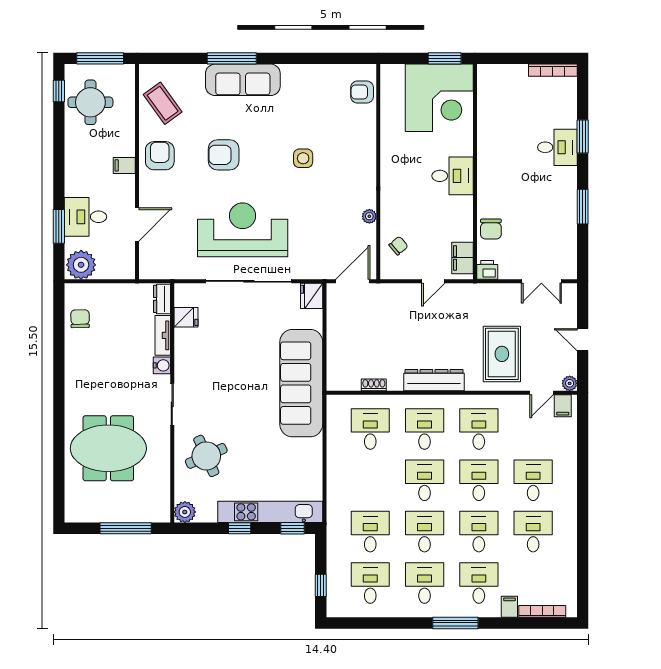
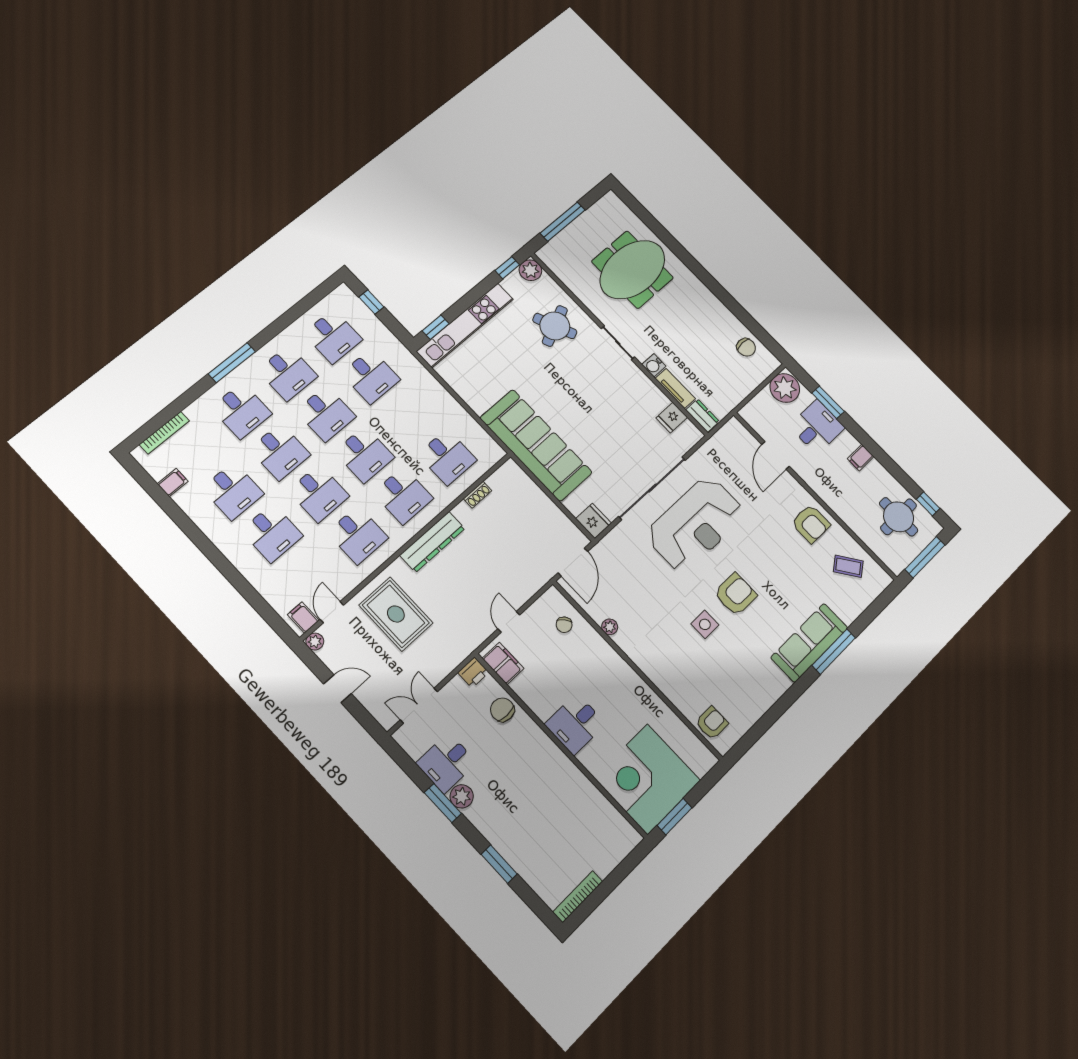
coffee table: (163, 103) -> (848, 566), width x0.73, depth x0.77
desk: (557, 147) -> (446, 763), moved
armchair: (224, 155) -> (735, 594), moved
filing cabinet: (124, 165) -> (861, 458), moved, turned 180
plant: (567, 200) -> (462, 796), added
window: (240, 528) -> (507, 268), moved
filing cabinet: (509, 607) -> (173, 482), moved, turned -90

